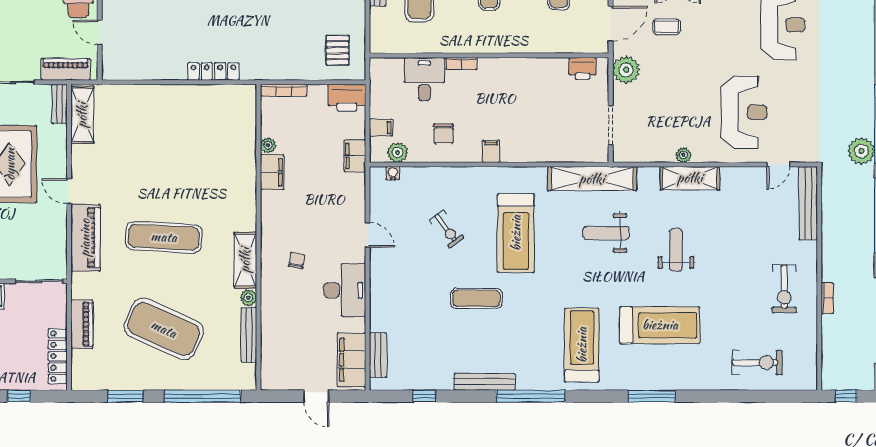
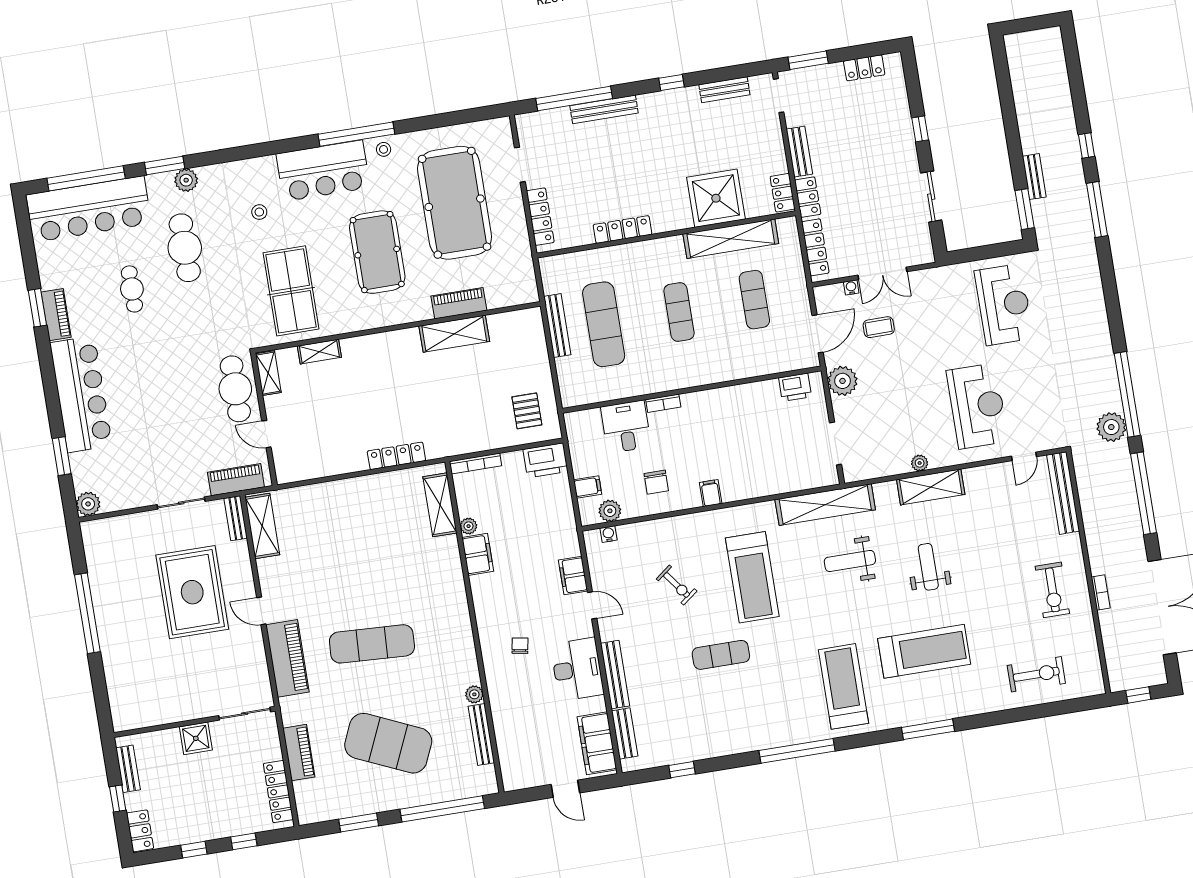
filing cabinet: (355, 156) -> (573, 575), moved
shelving: (245, 260) -> (440, 505), moved
bench: (484, 382) -> (615, 675), moved, turned 90

